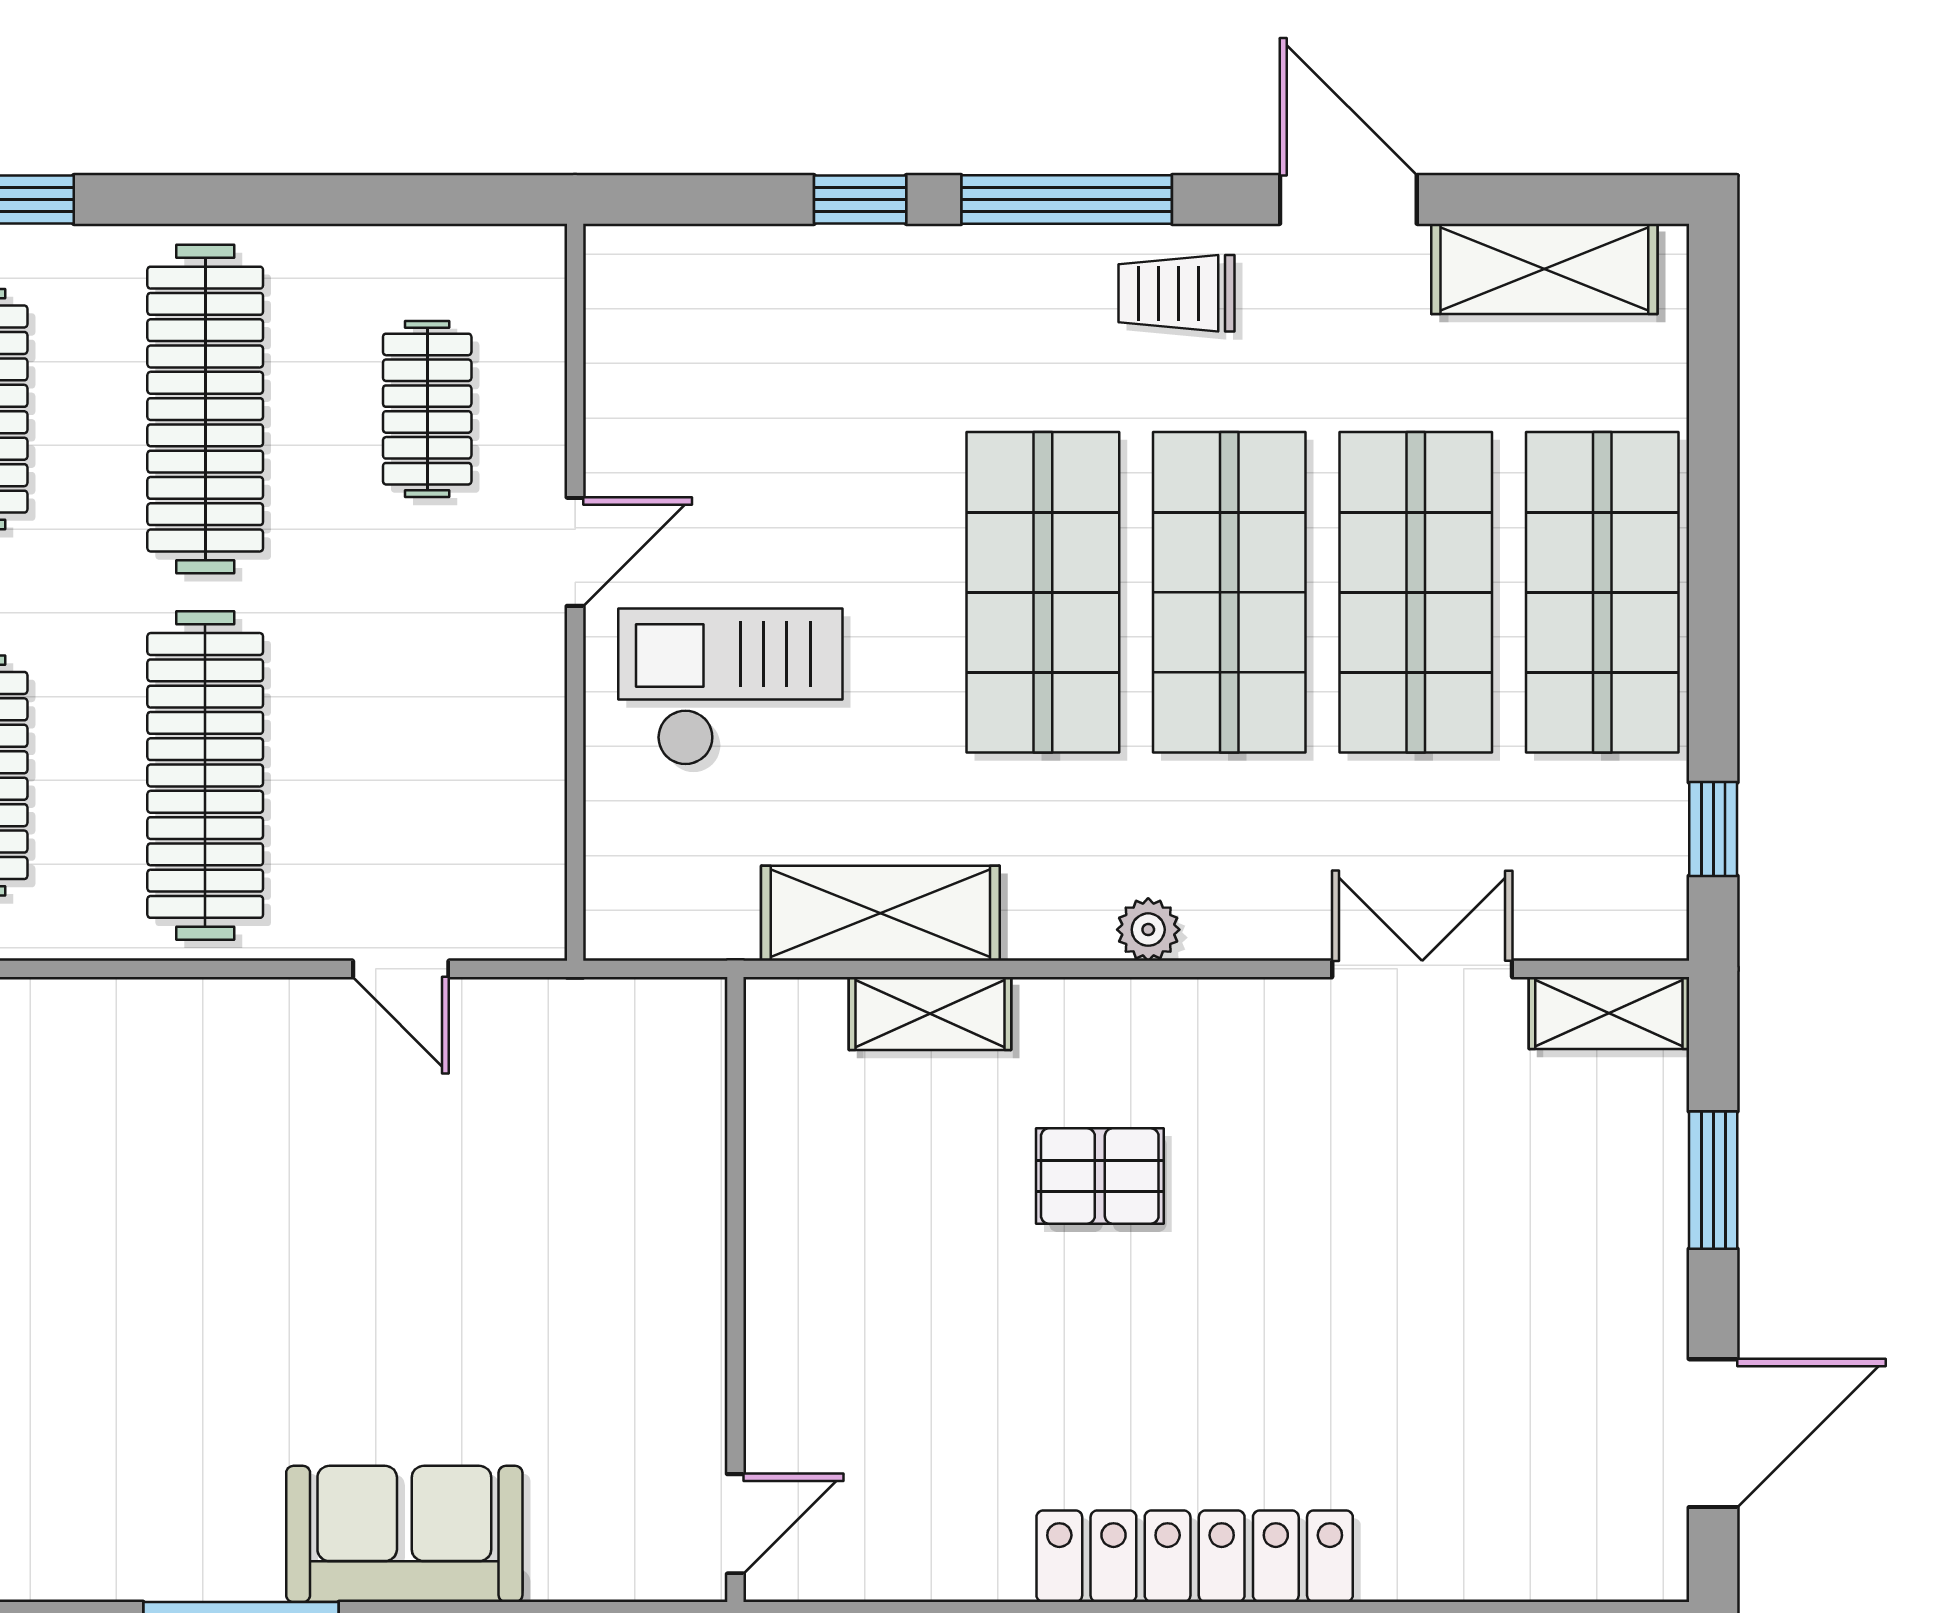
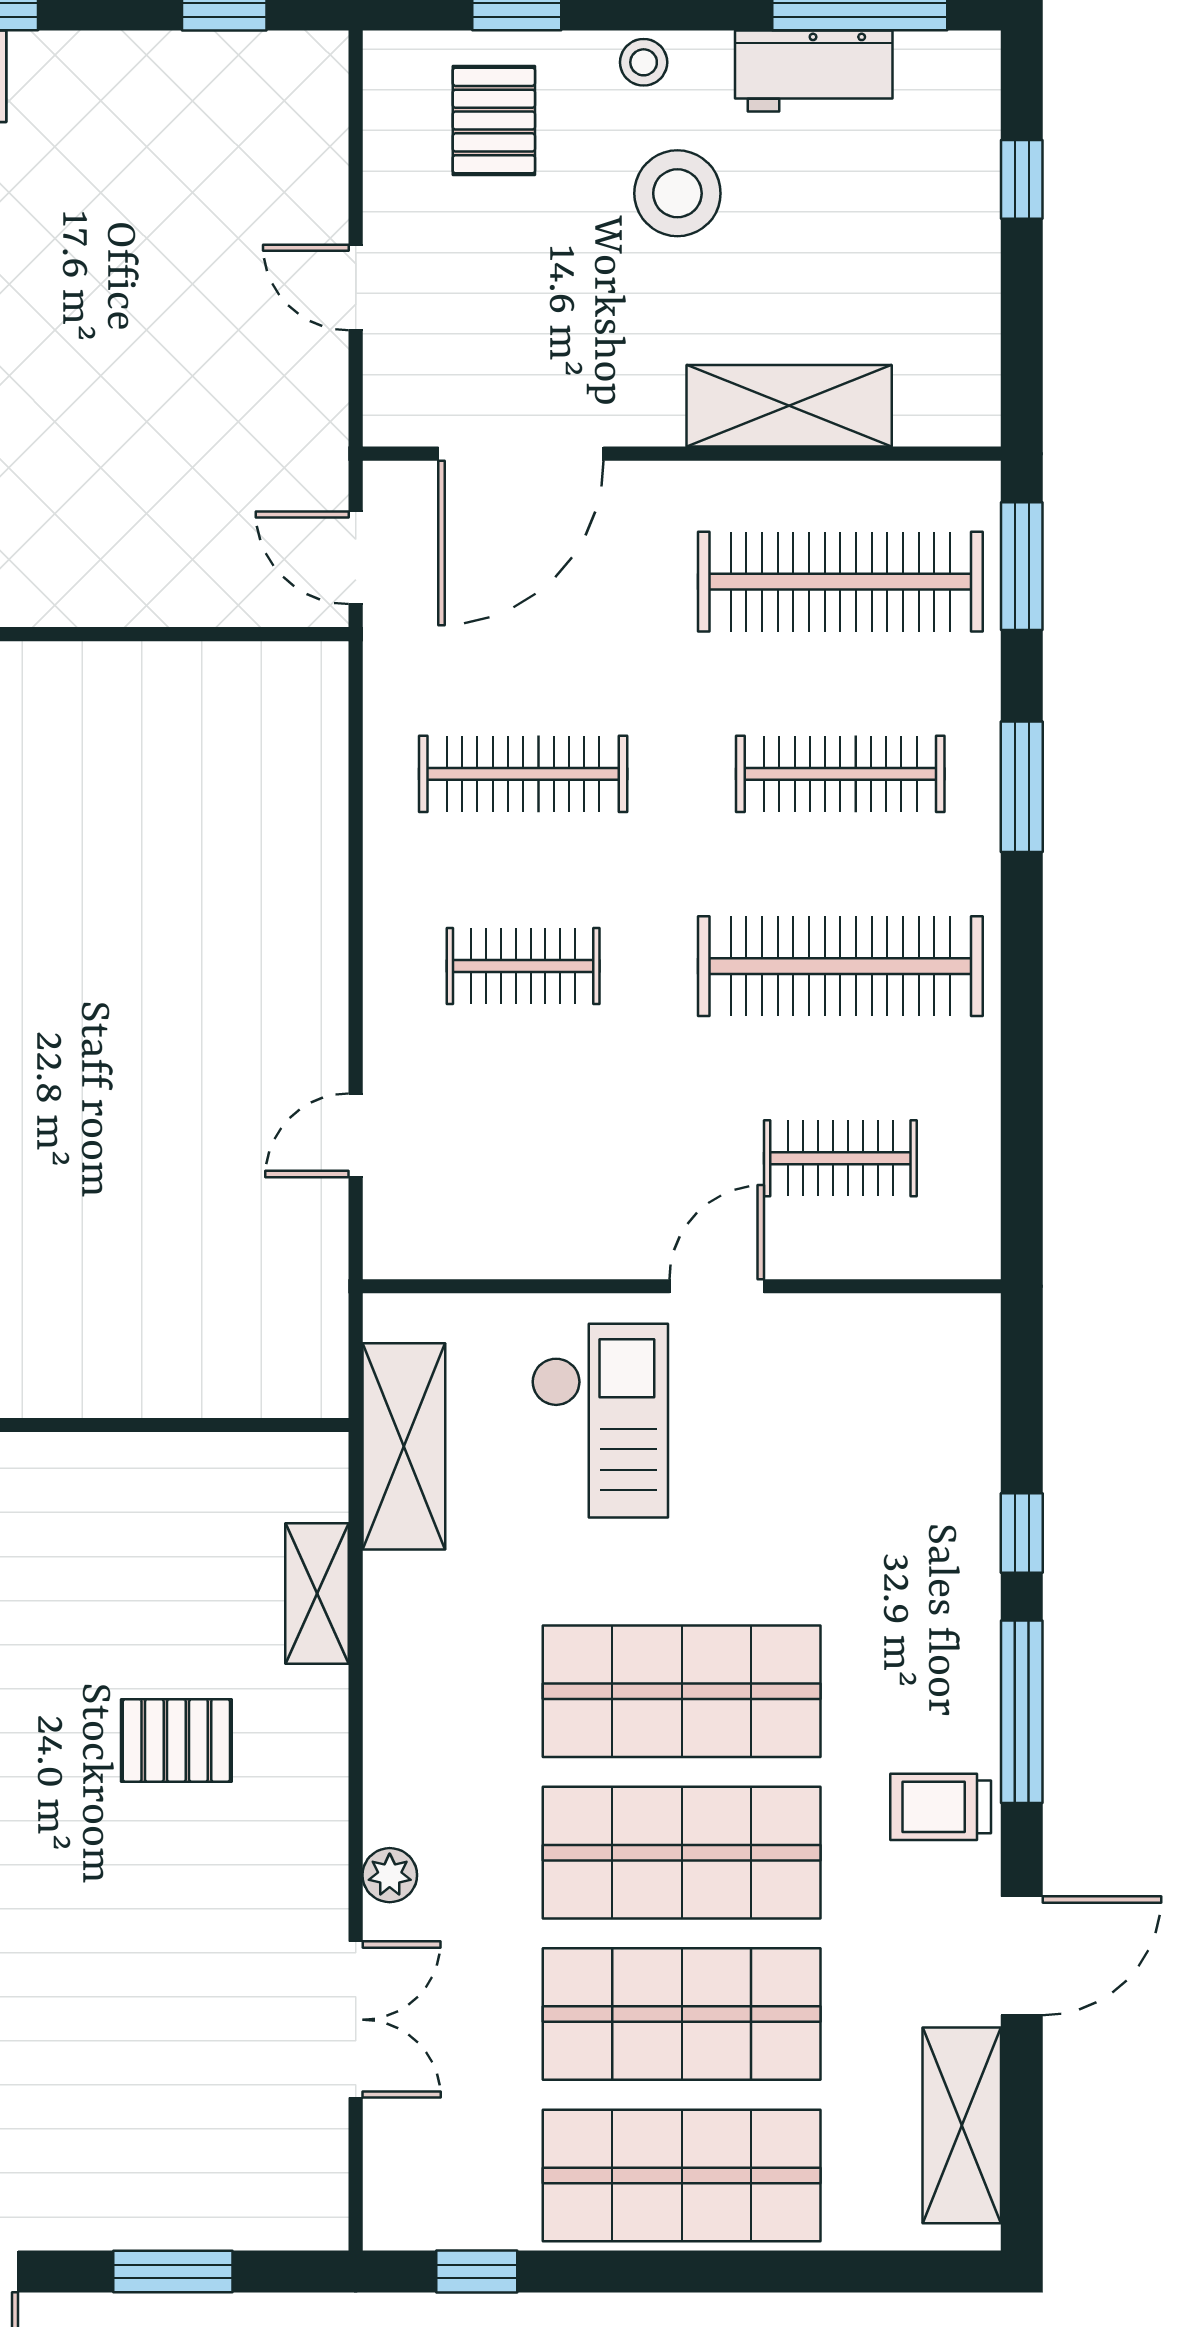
trolley: (1176, 293) -> (941, 1807), turned -90
door: (575, 552) -> (717, 1286), swing flipped
clothes rail: (205, 775) -> (523, 966), width x0.54, depth x0.76
shelving: (880, 913) -> (404, 1446), moved
plant: (1148, 930) -> (390, 1875), moved
shelving: (1609, 1013) -> (317, 2181), removed
pallet: (1100, 1176) -> (176, 1741), turned 90

